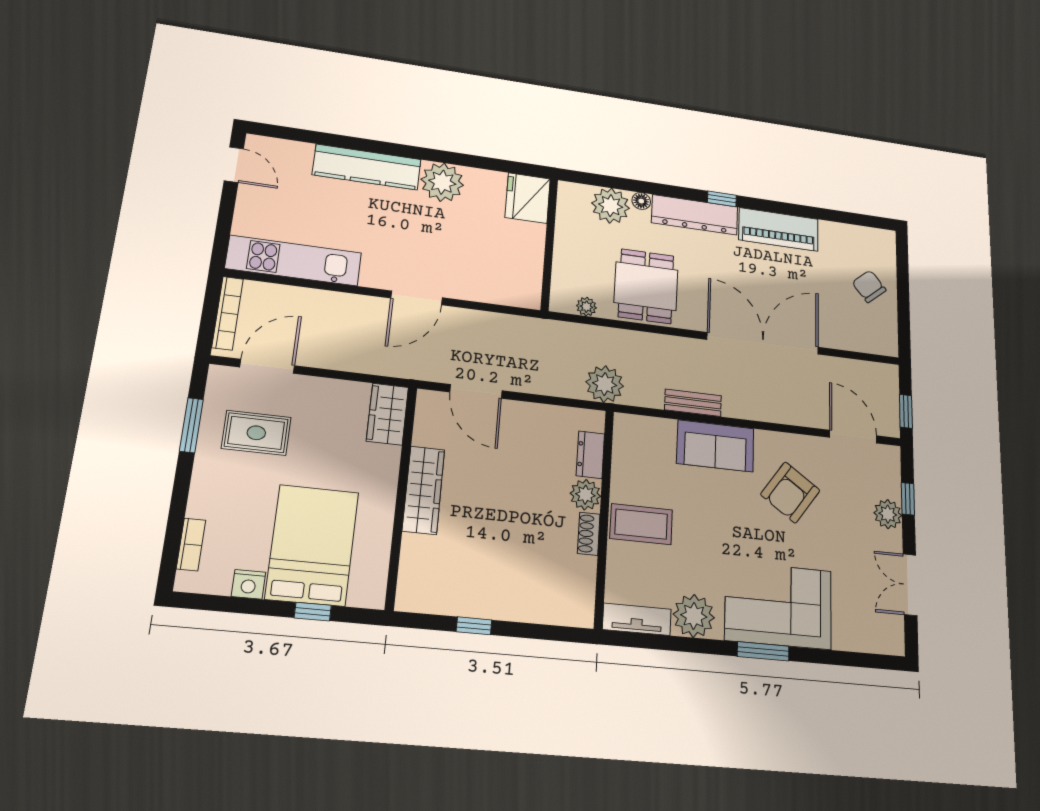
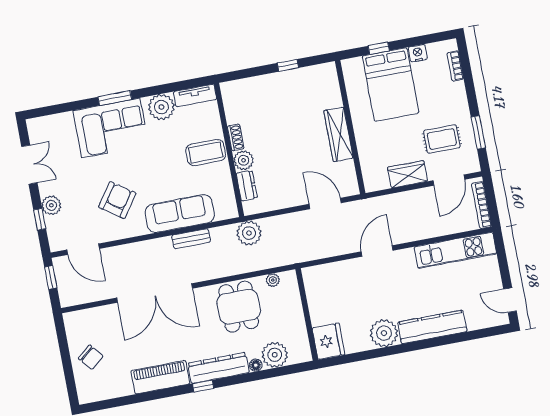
wardrobe: (387, 414) -> (408, 174), moved, turned -90
sofa: (715, 446) -> (180, 214), width x1.36

